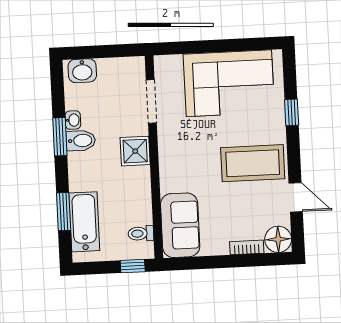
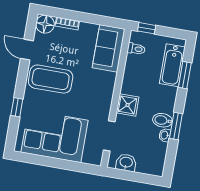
washbasin: (82, 71) -> (126, 163), moved

